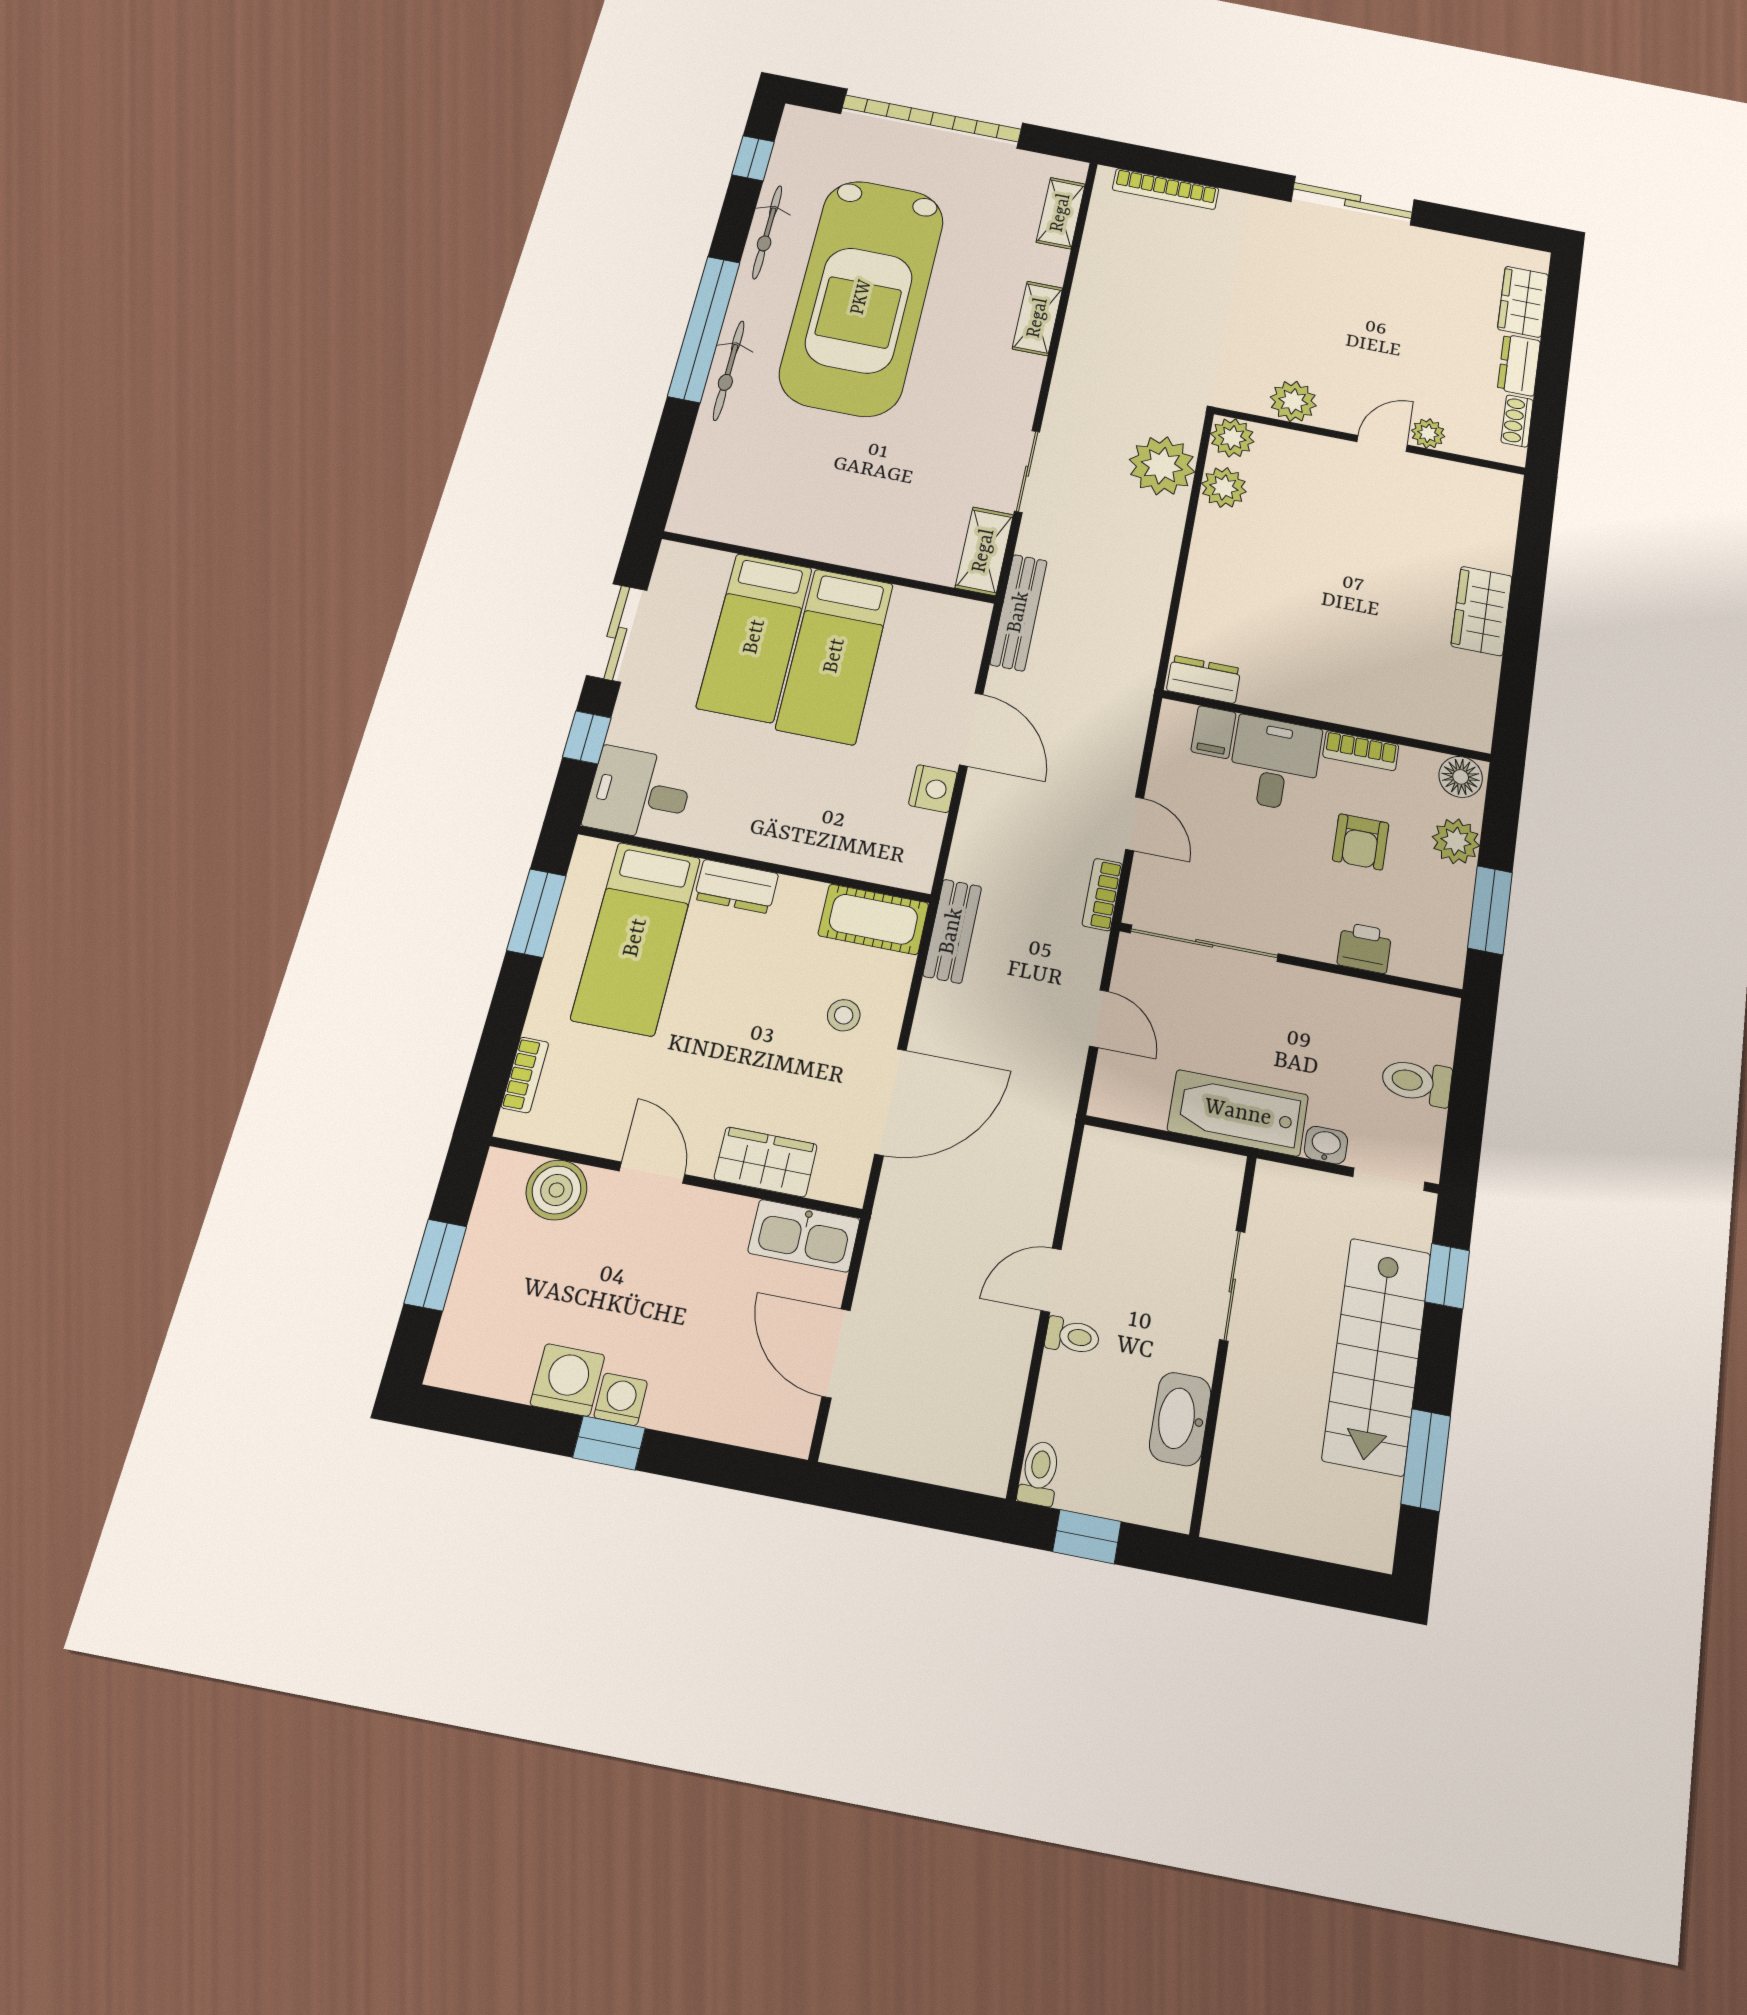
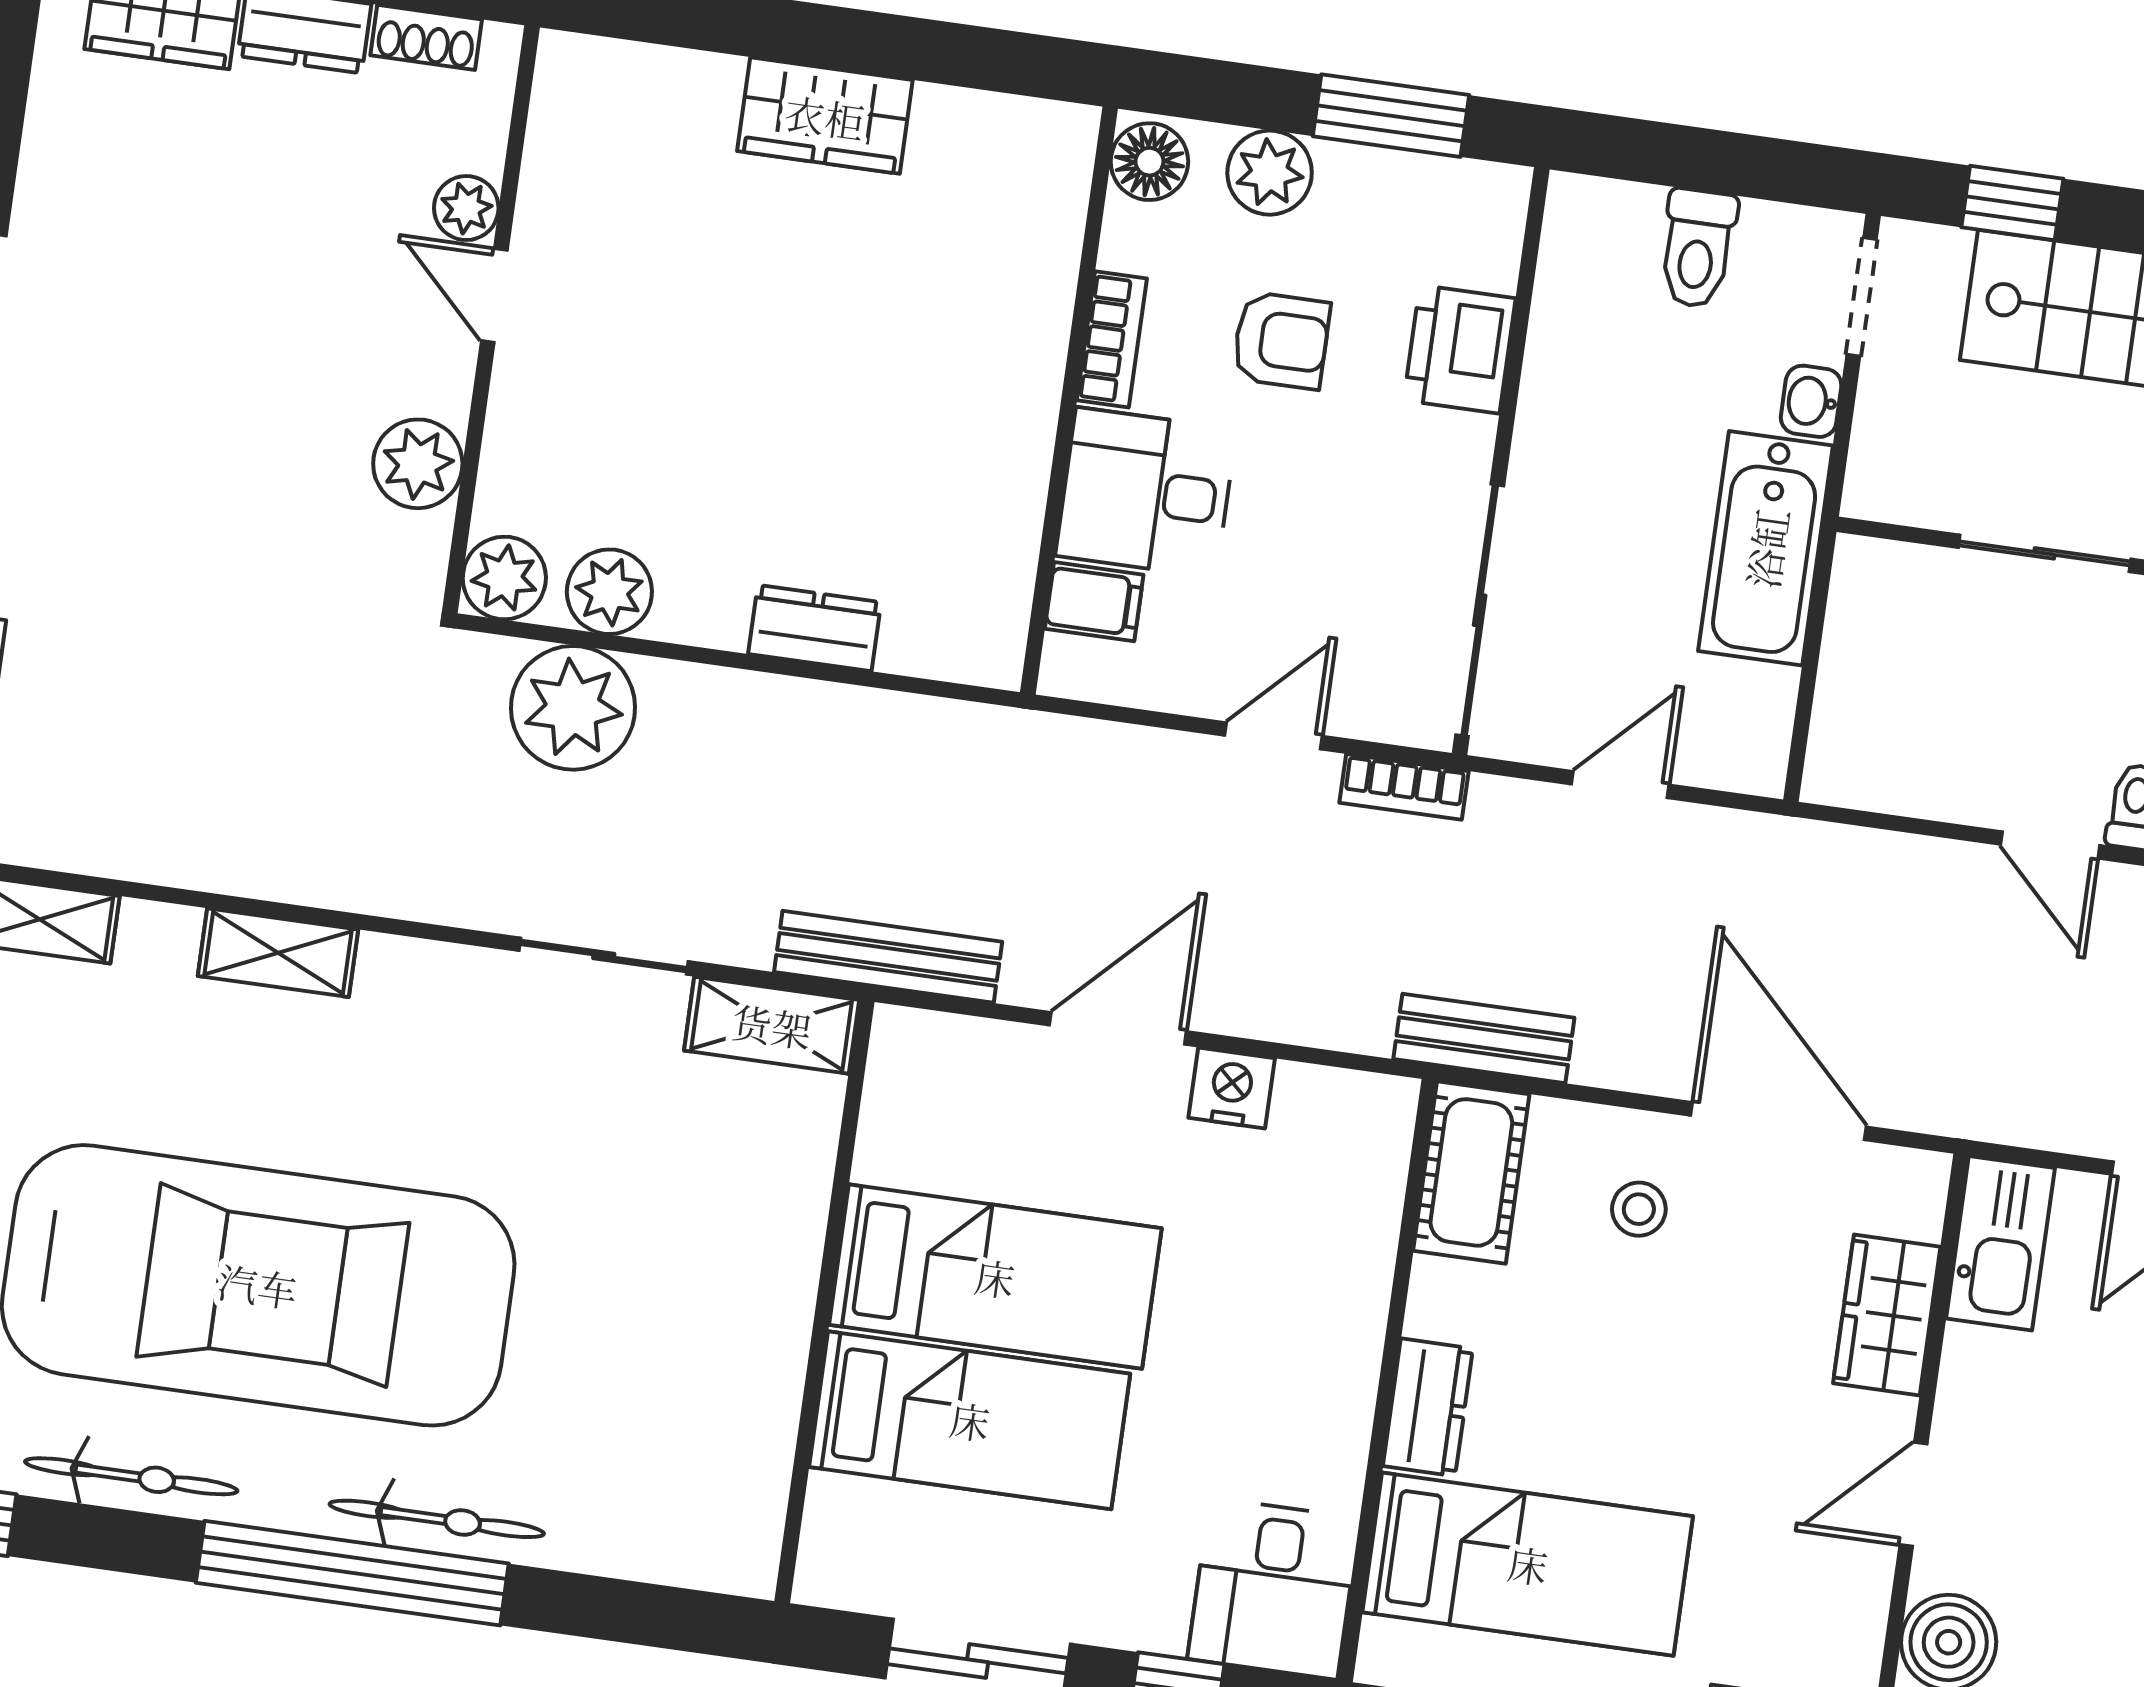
dresser: (1204, 679) -> (815, 628), moved, turned 90
printer: (1364, 948) -> (1460, 349), width x1.36, depth x1.24

